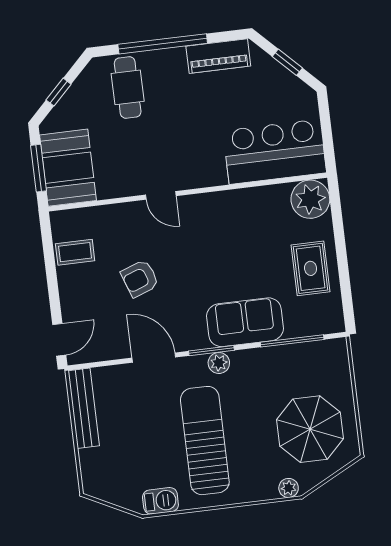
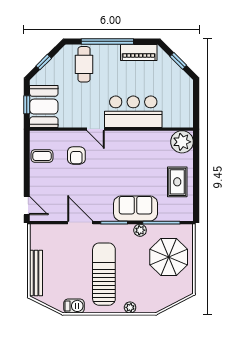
bar counter: (275, 152) -> (133, 112), moved
window: (39, 168) -> (27, 105), width x0.67
armchair: (140, 278) -> (76, 155), moved, turned -70
door: (59, 340) -> (27, 206), hinge flipped
plant: (219, 363) -> (140, 230), moved
bench: (84, 408) -> (36, 273), moved
parasol: (310, 429) -> (169, 257), moved
plant: (289, 488) -> (130, 307), moved

